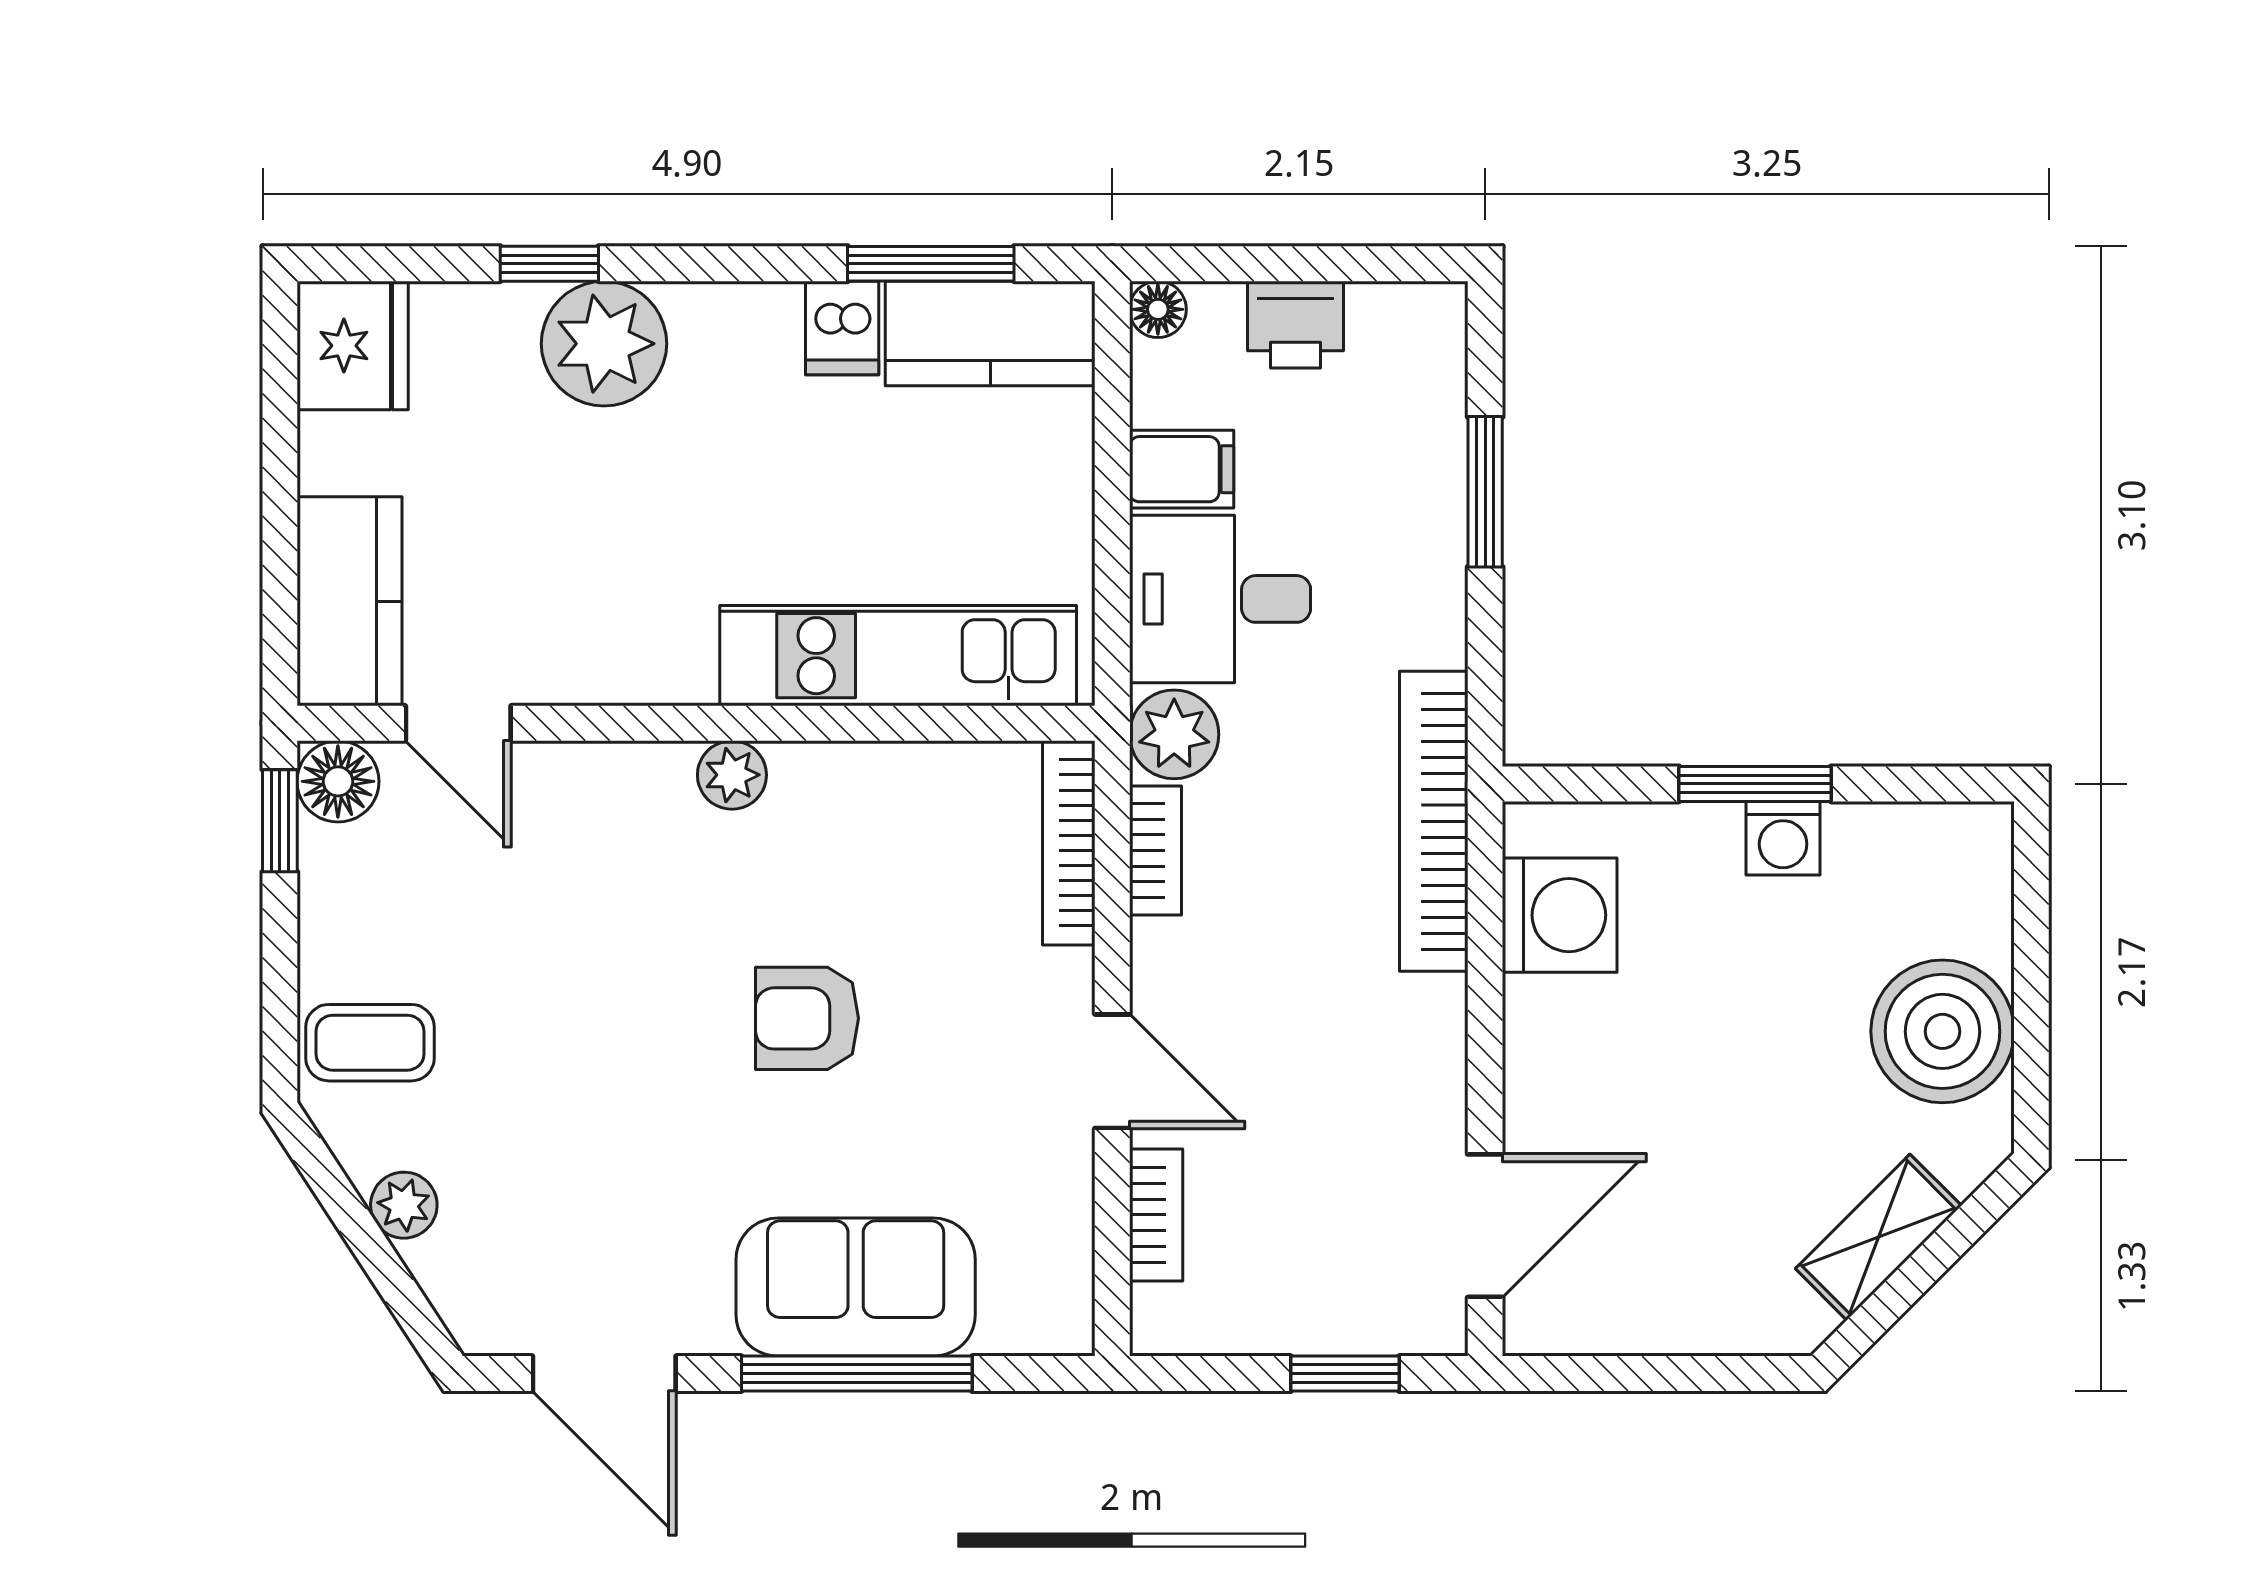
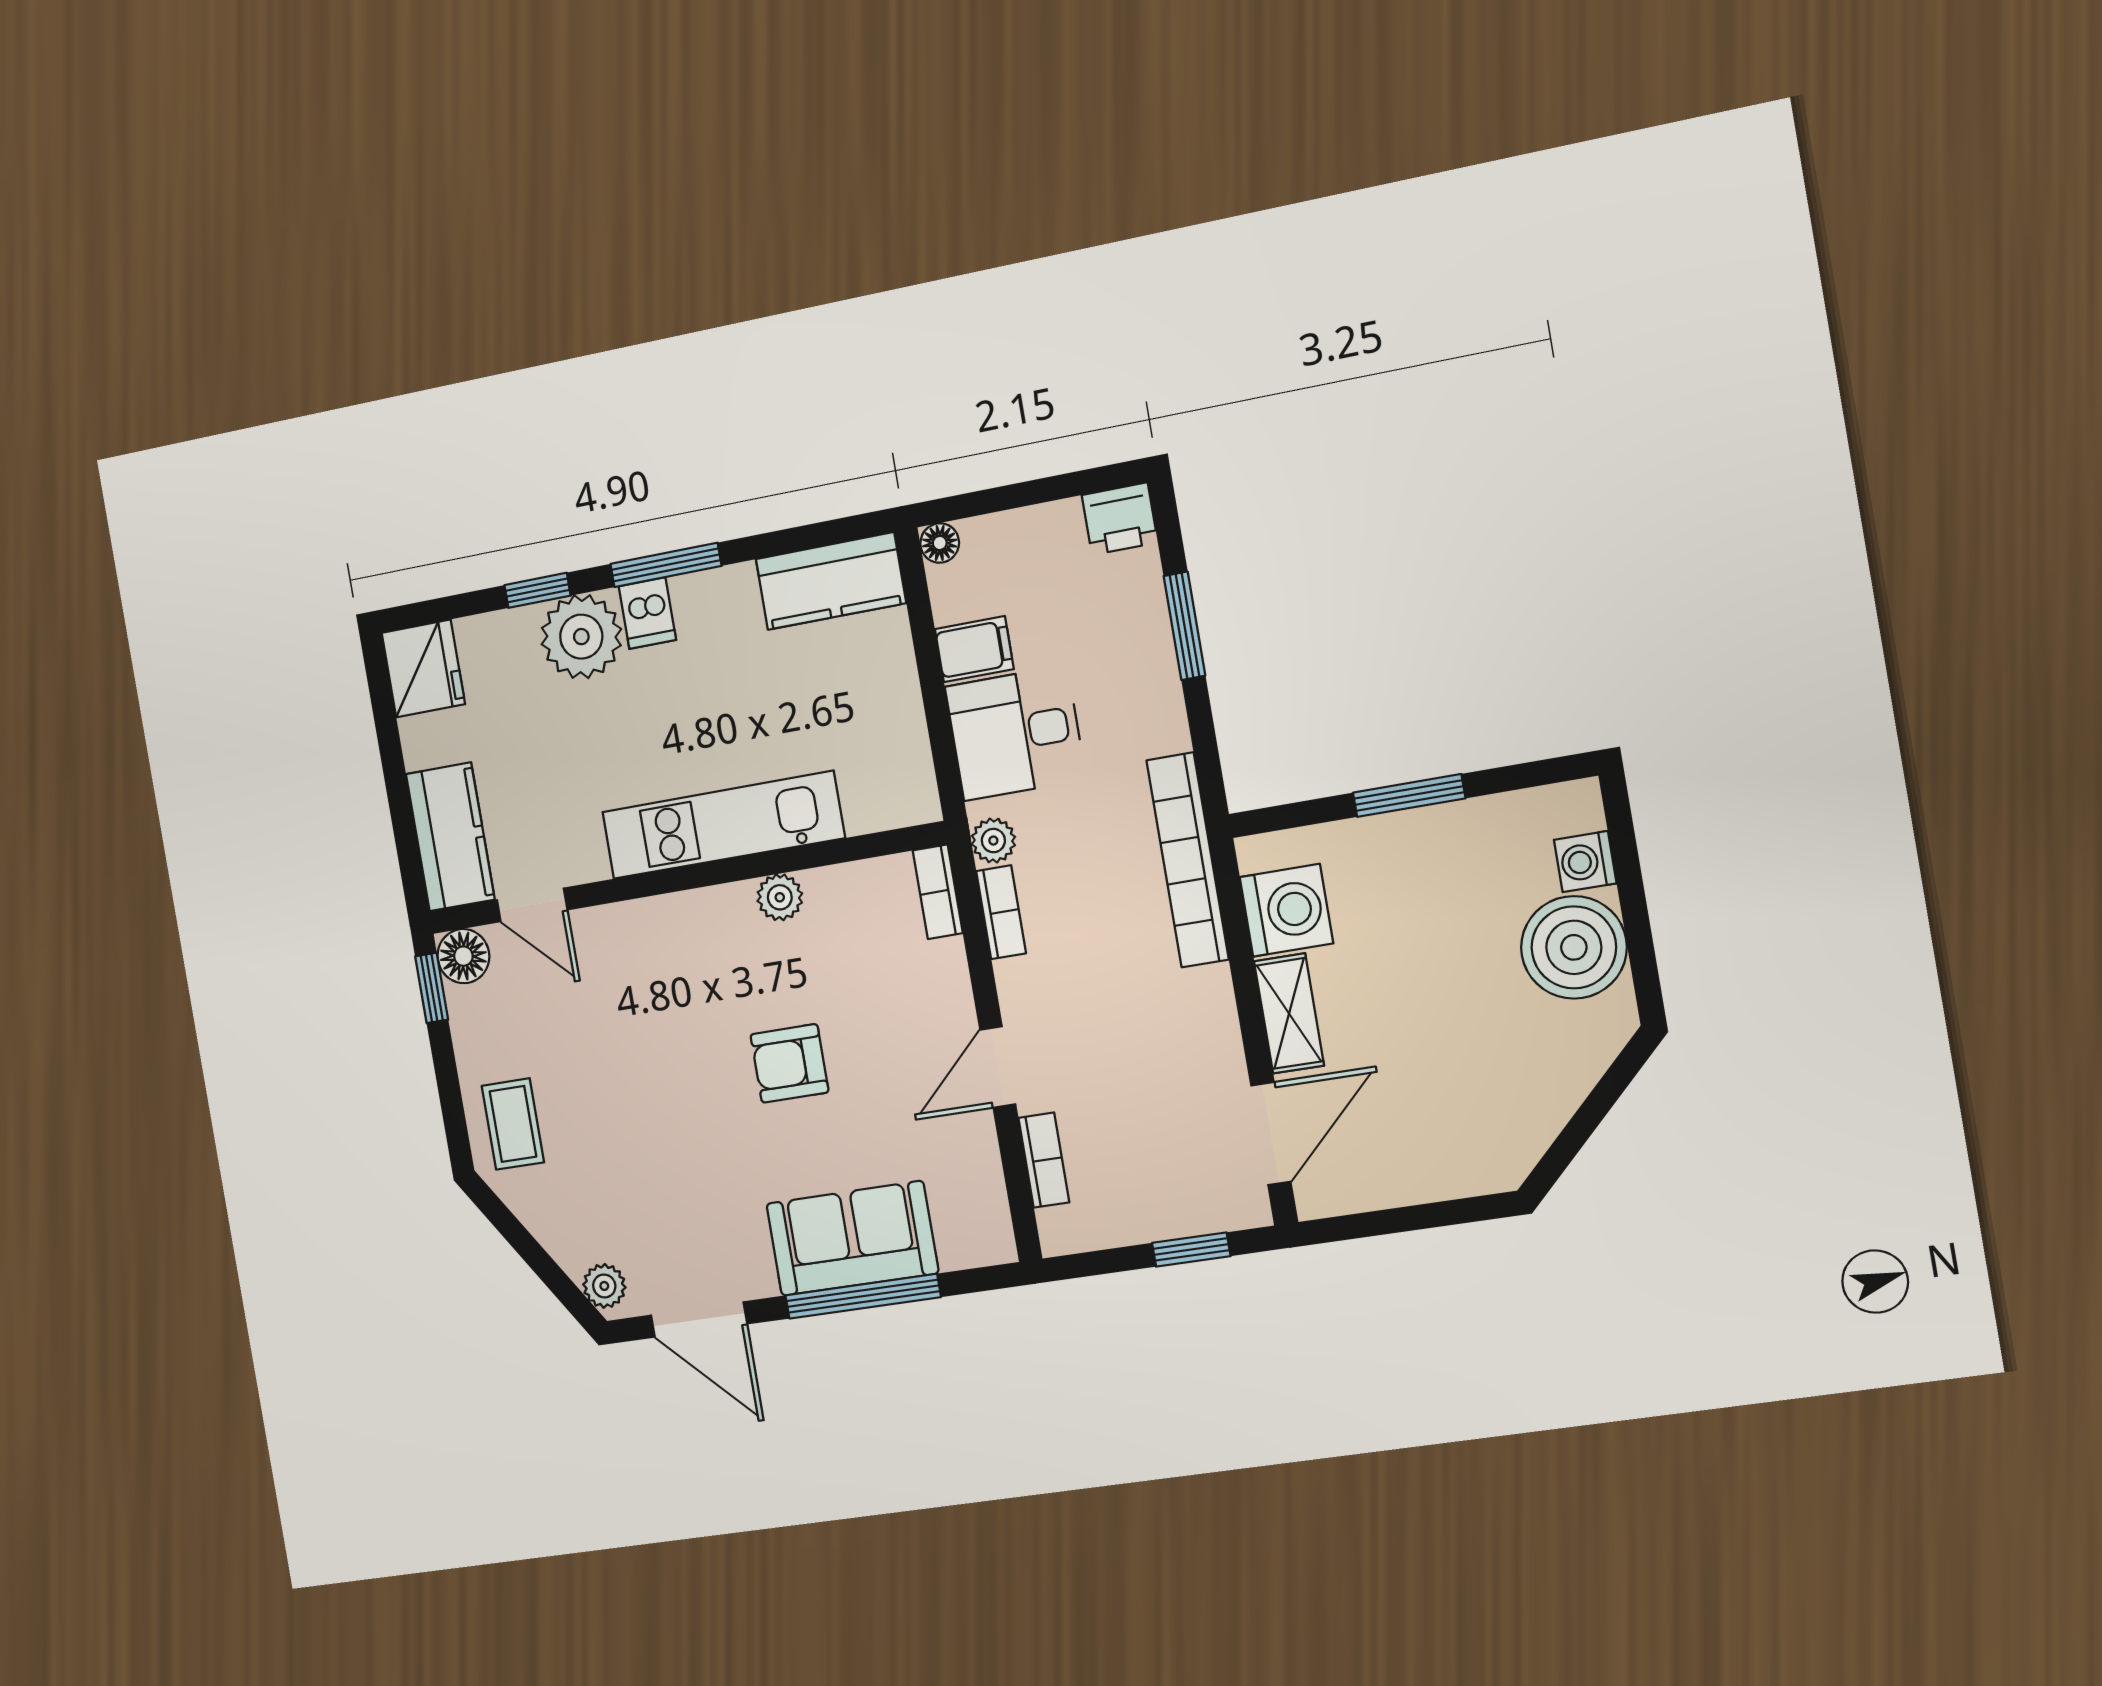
window: (931, 264) -> (666, 565), moved
printer: (1296, 325) -> (1120, 519), moved
dishwasher: (842, 328) -> (647, 613), moved
kitchen unit: (898, 656) -> (723, 825), moved
plant: (1174, 734) -> (993, 841), width x0.73, depth x0.73
plant: (732, 775) -> (780, 897), moved
washing machine: (1783, 838) -> (1585, 862), moved, turned 90
bookcase: (1069, 843) -> (938, 892), width x0.64
coffee table: (370, 1043) -> (513, 1124), turned 90
door: (1112, 1071) -> (998, 1067), swing flipped
plant: (404, 1205) -> (604, 1286), moved
shelving: (1878, 1237) -> (1289, 1013), moved, turned -45

